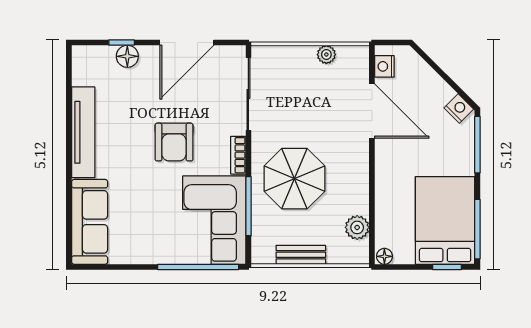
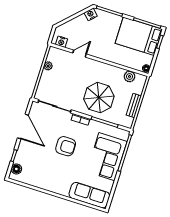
floor lamp: (127, 56) -> (16, 169), moved
door: (372, 111) -> (80, 54), width x0.53
tv unit: (83, 132) -> (48, 185), removed
corner sofa: (214, 220) -> (107, 157), moved, turned 90

